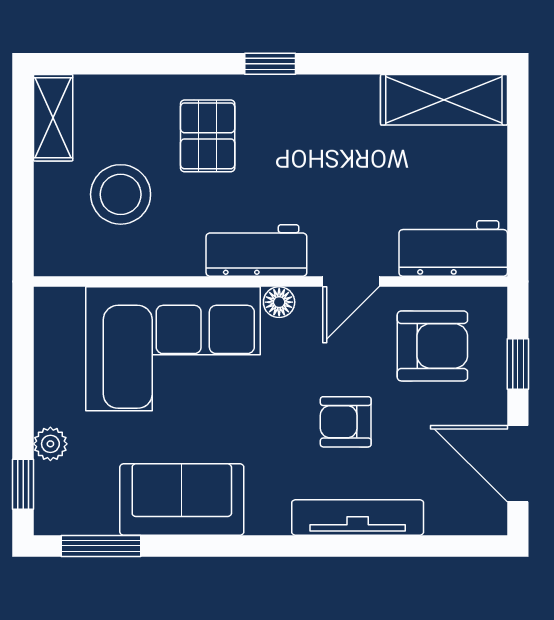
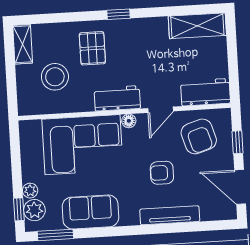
armchair: (432, 346) -> (199, 136), turned 73
plant: (57, 488) -> (34, 210), added

